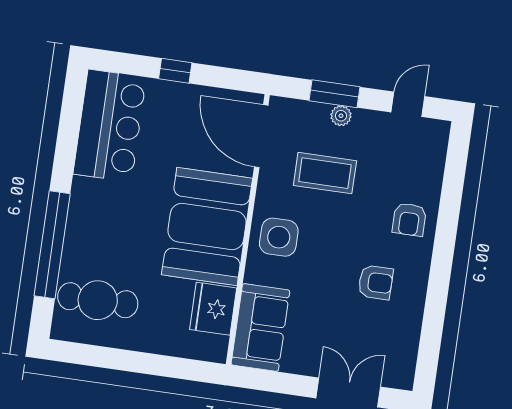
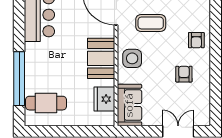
booth: (207, 226) -> (101, 58), width x0.73, depth x0.70
armchair: (376, 282) -> (184, 74), turned -90

